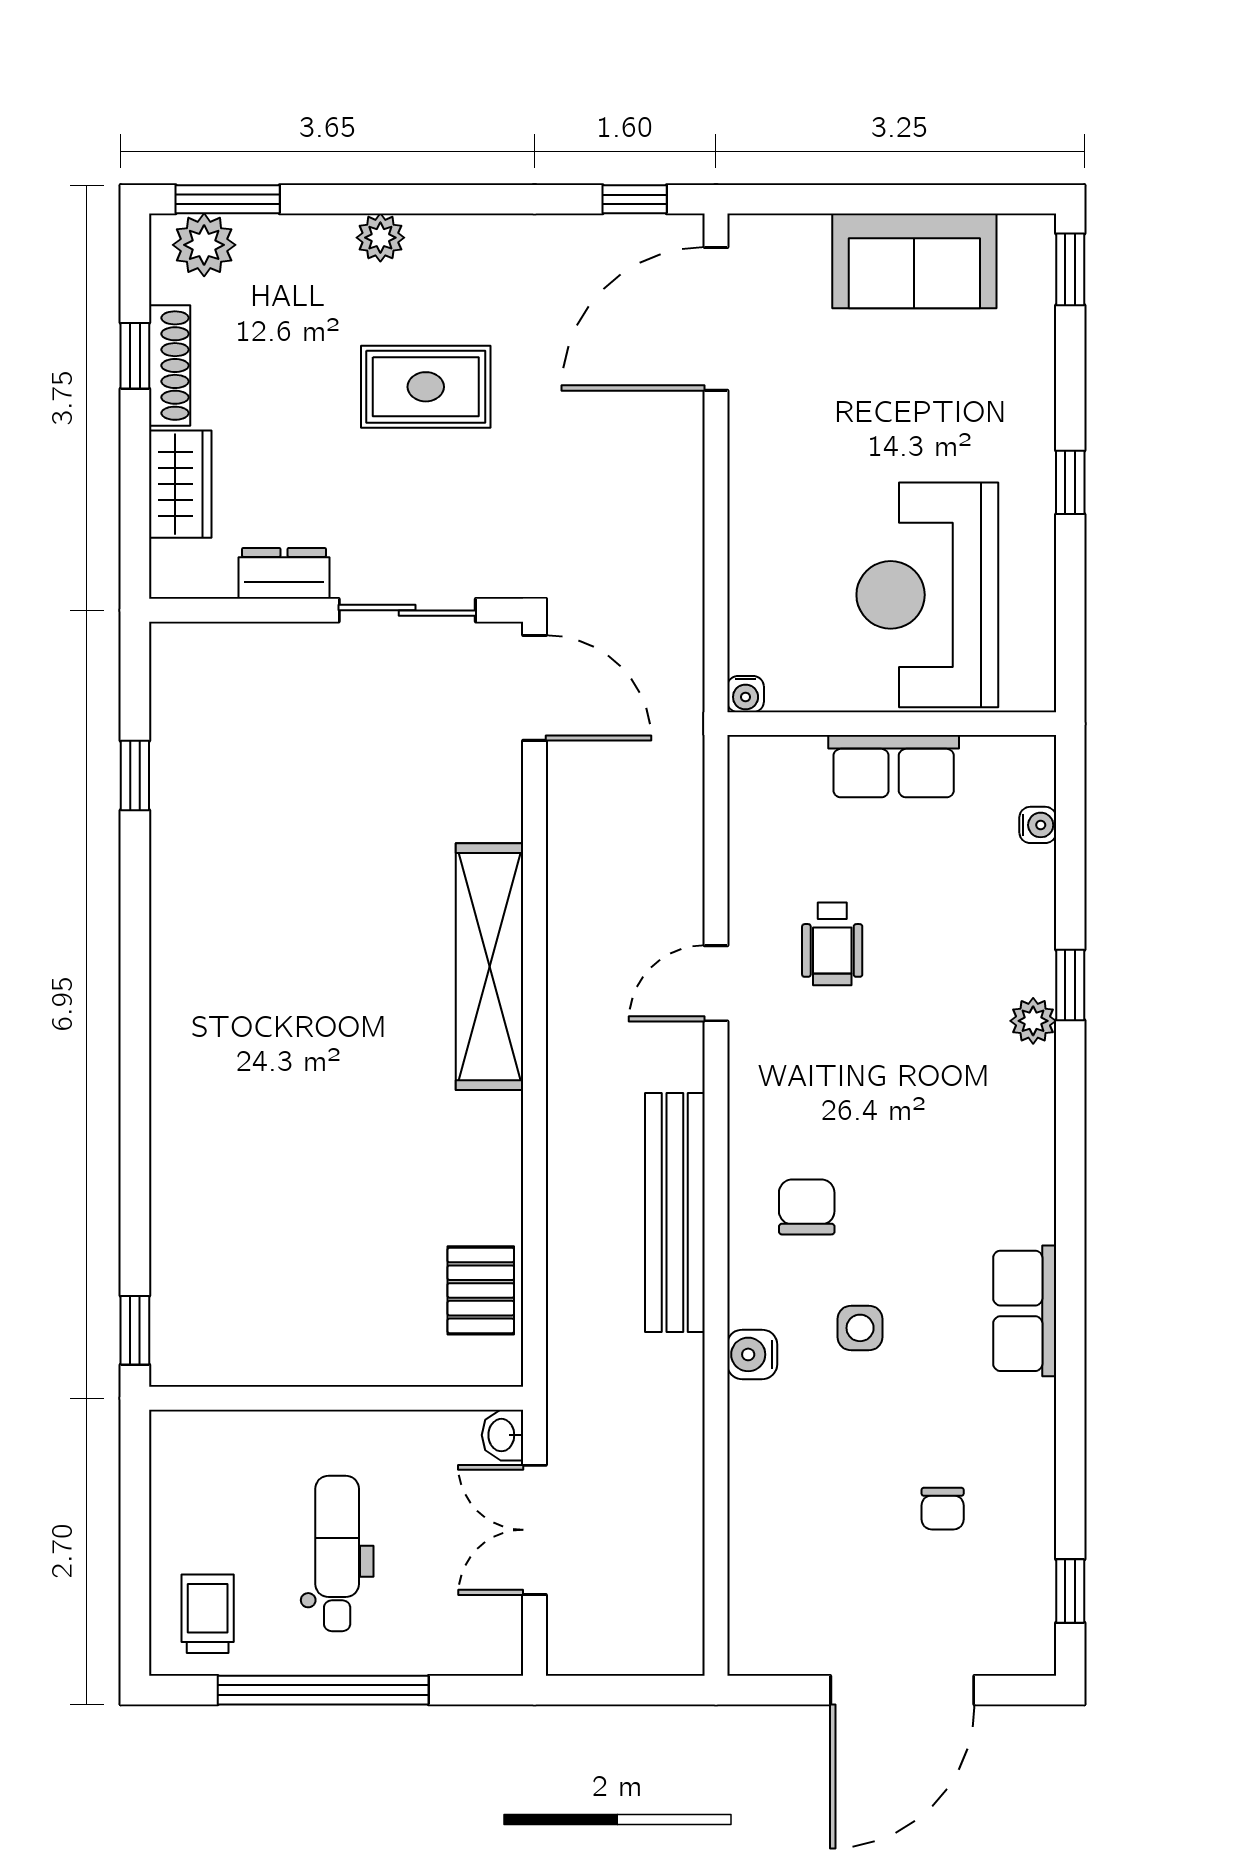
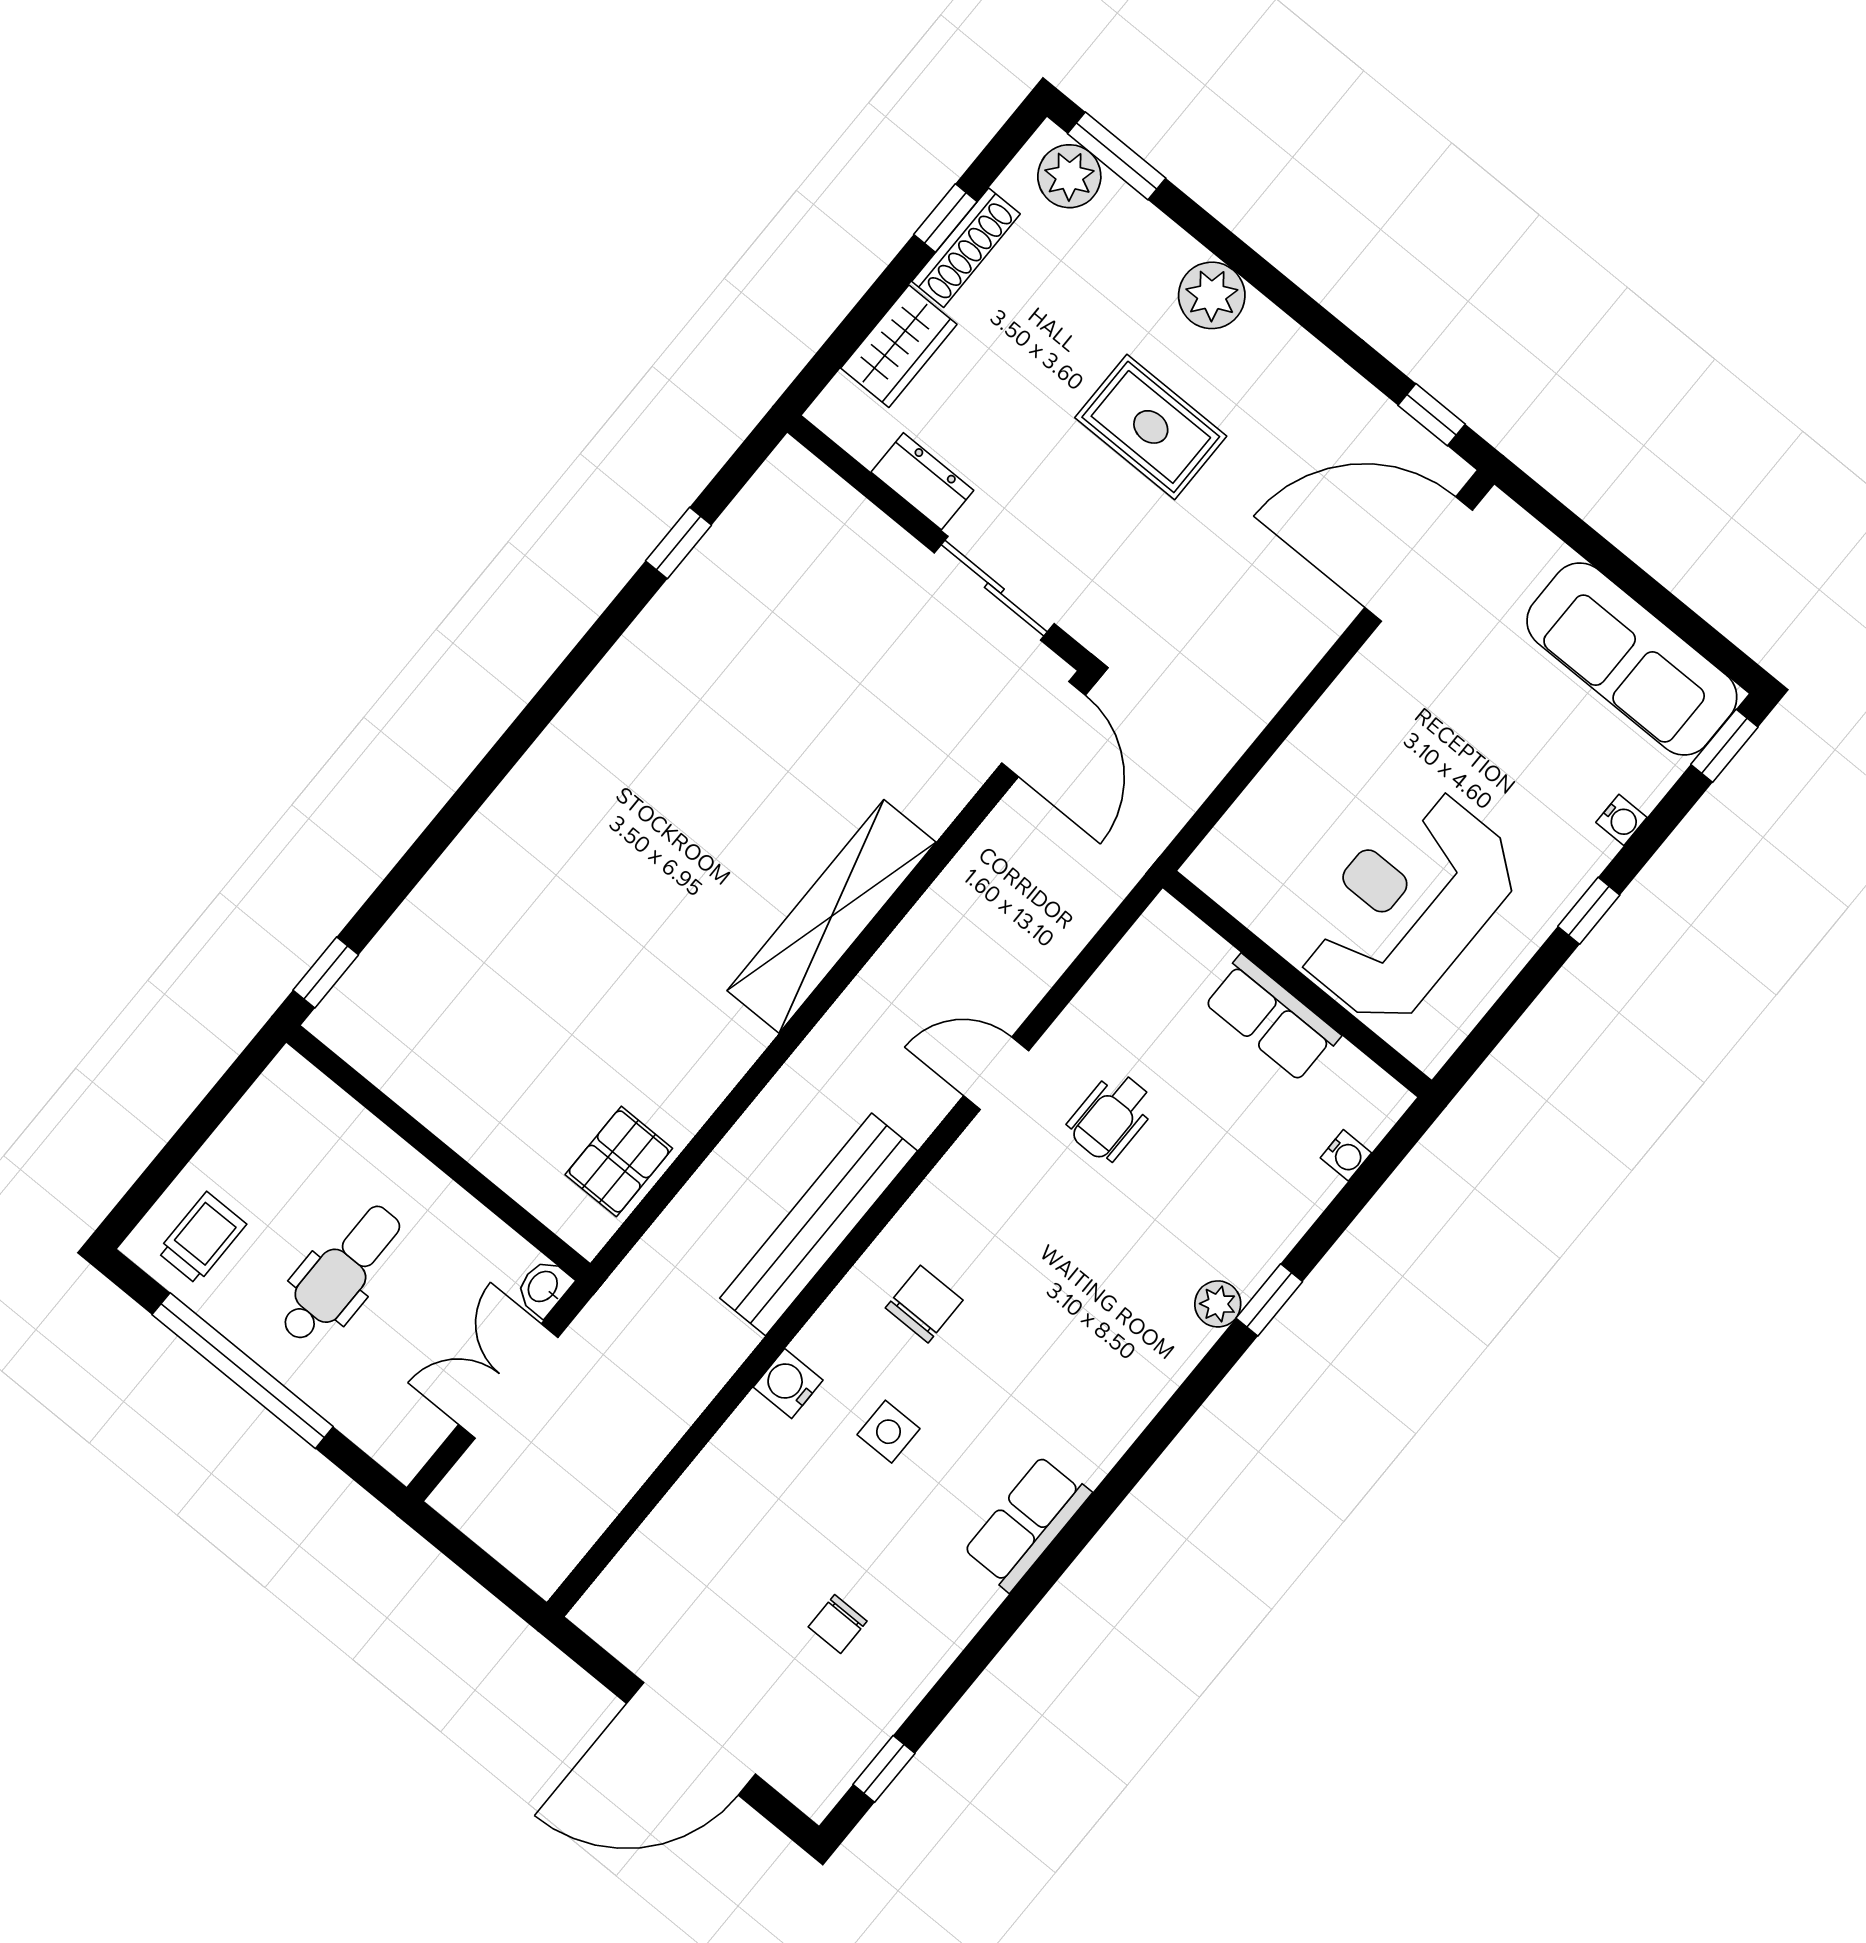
plant: (380, 238) -> (1212, 295), width x1.38, depth x1.38
sofa: (914, 261) -> (1632, 659), width x1.36
water cooler: (746, 694) -> (1621, 820), moved, turned -90

